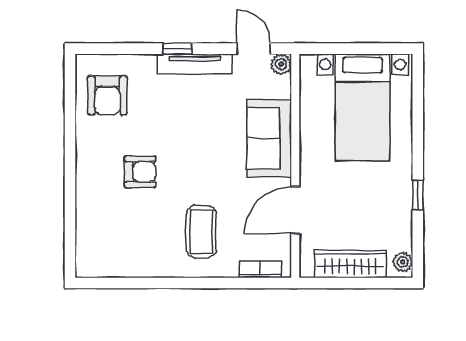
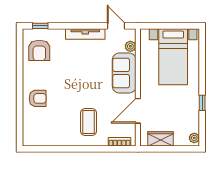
window: (178, 49) -> (40, 26), moved
plant: (281, 64) -> (130, 46), moved
armchair: (140, 172) -> (38, 98), moved
wardrobe: (351, 264) -> (161, 139), width x0.67

